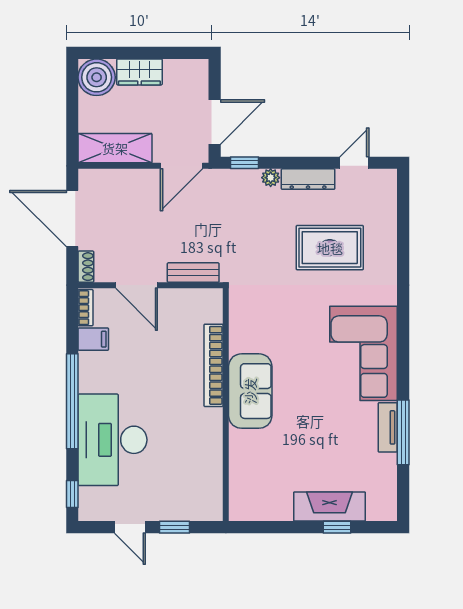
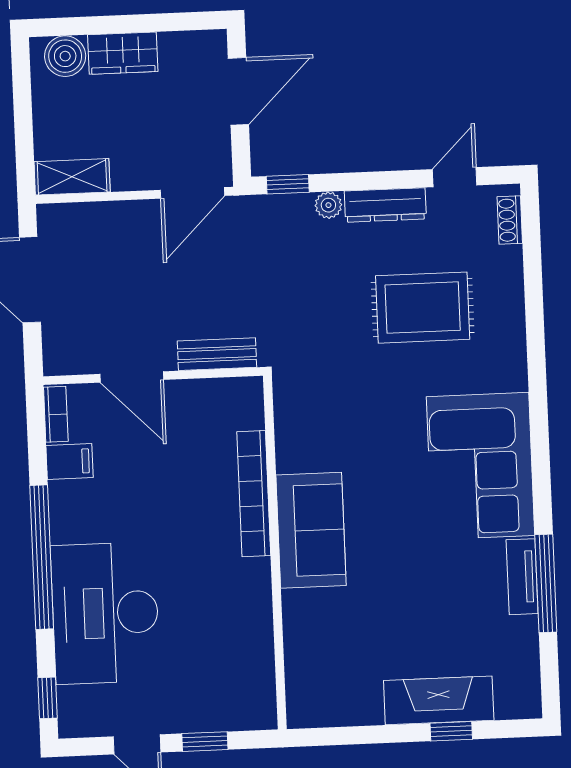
boiler: (97, 77) -> (65, 56), width x0.73, depth x0.73
door: (215, 122) -> (238, 91), moved
shelving: (115, 148) -> (72, 177), width x0.67, depth x0.75
shoe rack: (86, 267) -> (510, 220), moved, turned 180

